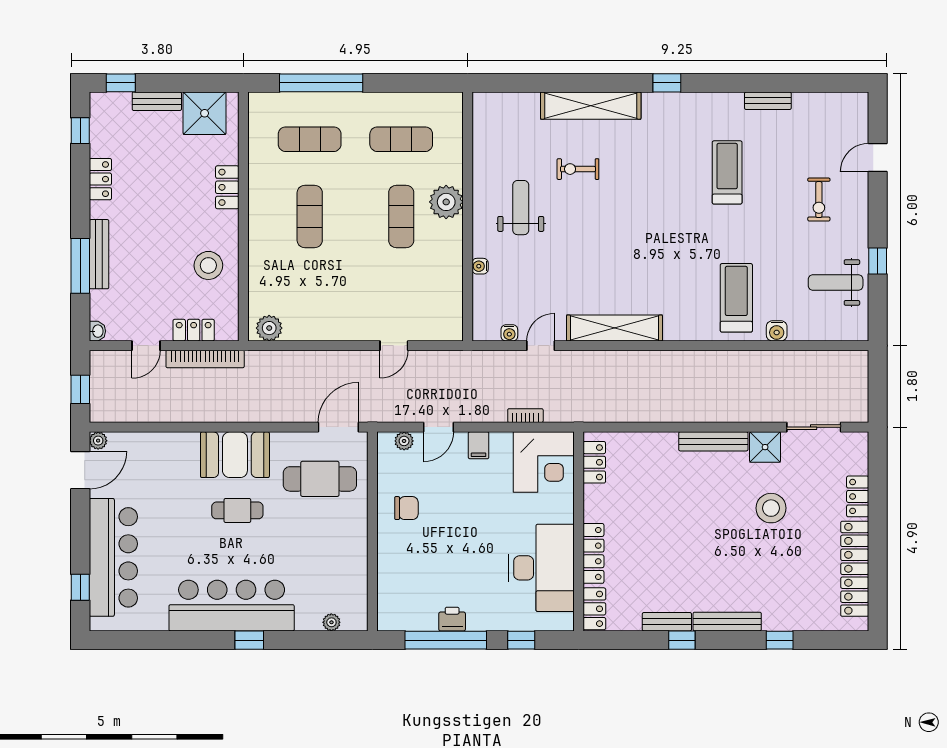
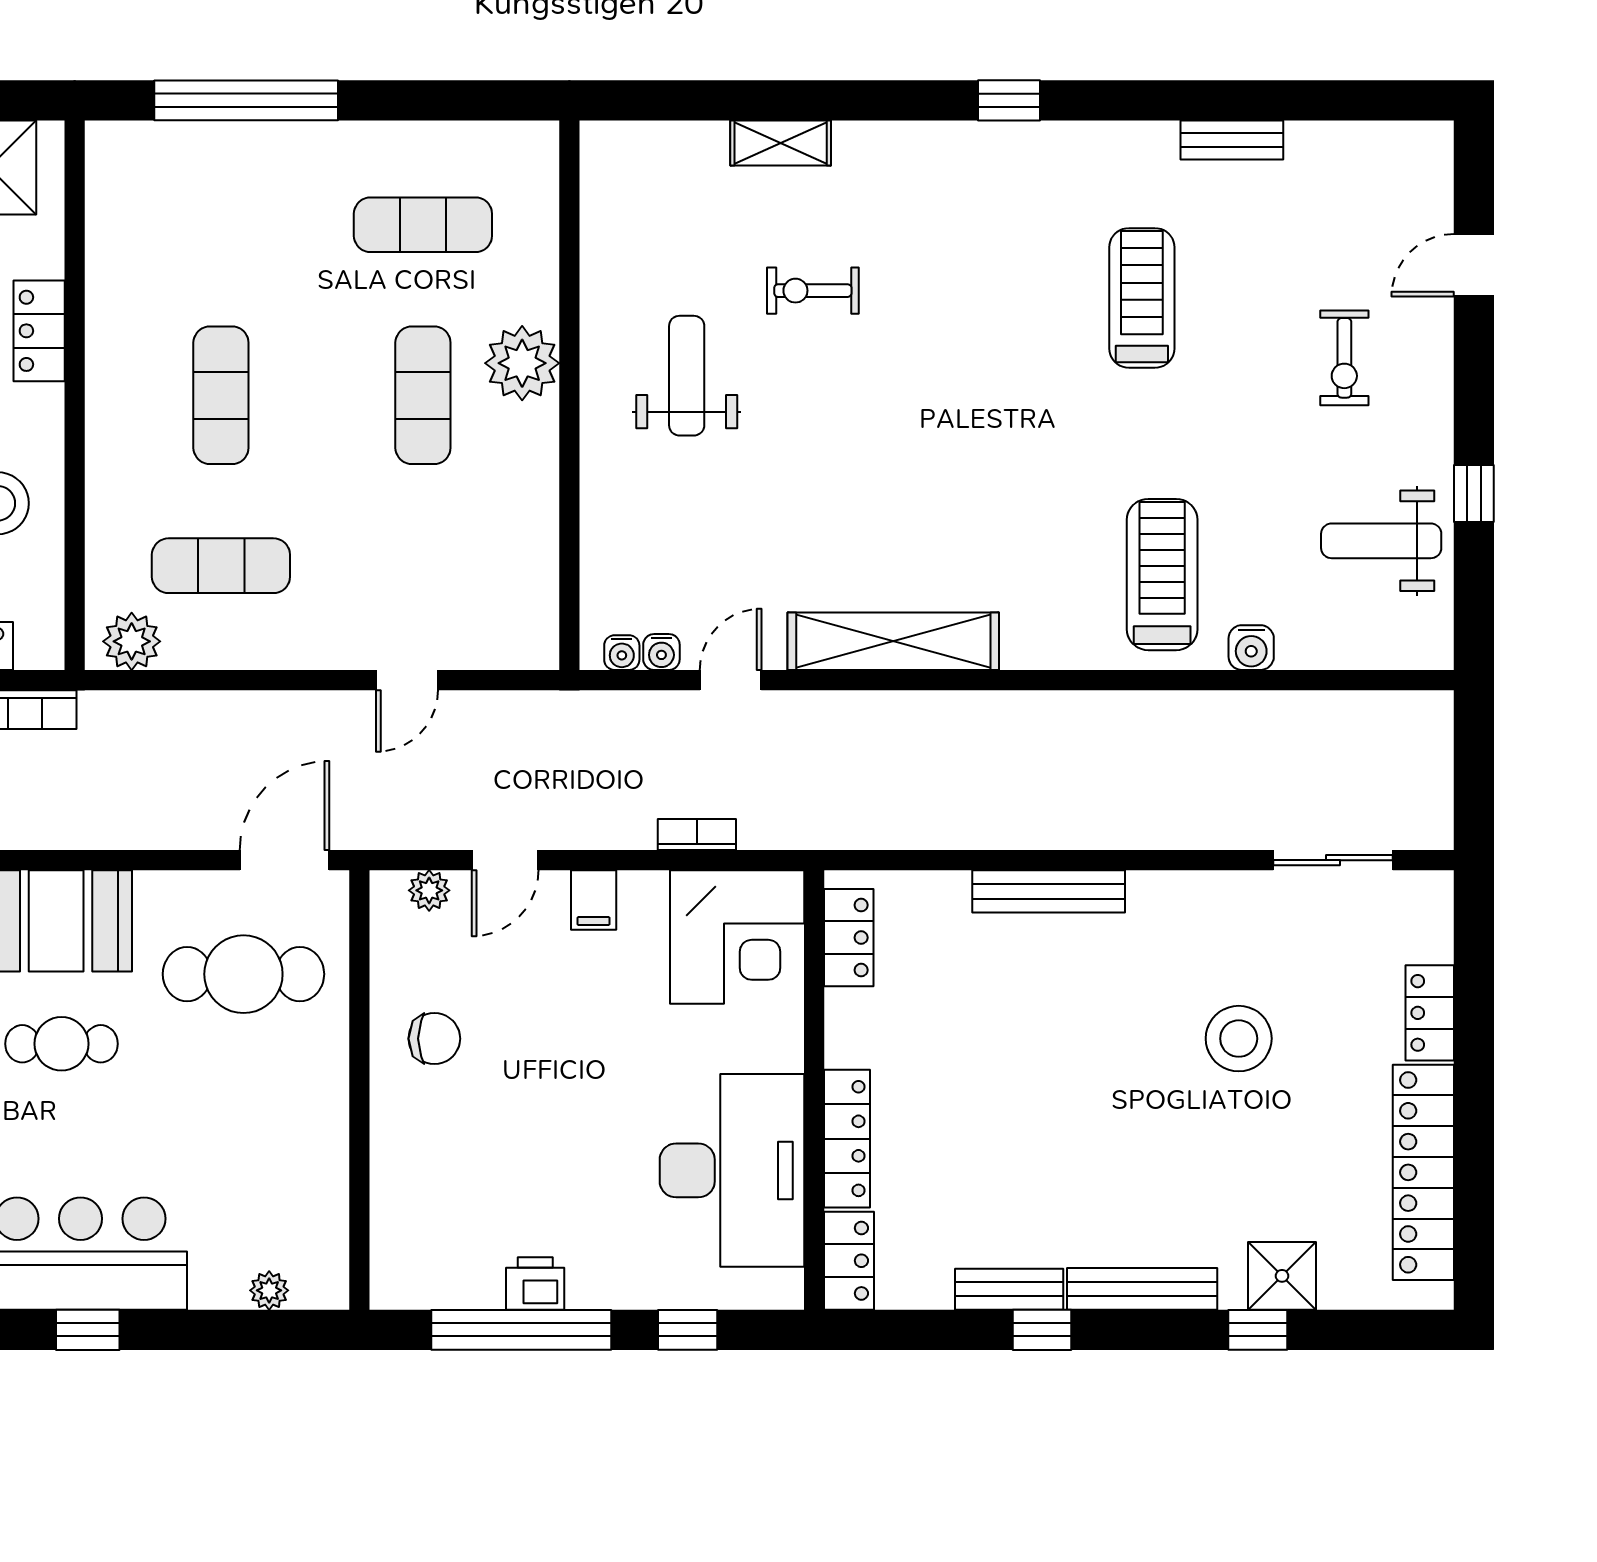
shelving: (591, 106) -> (781, 143), width x0.45, depth x0.75
exercise mat: (310, 139) -> (221, 566), moved
water cooler: (480, 266) -> (622, 653), moved, turned -90
bench: (713, 441) -> (1049, 891), moved
shower: (765, 447) -> (1282, 1276), moved

